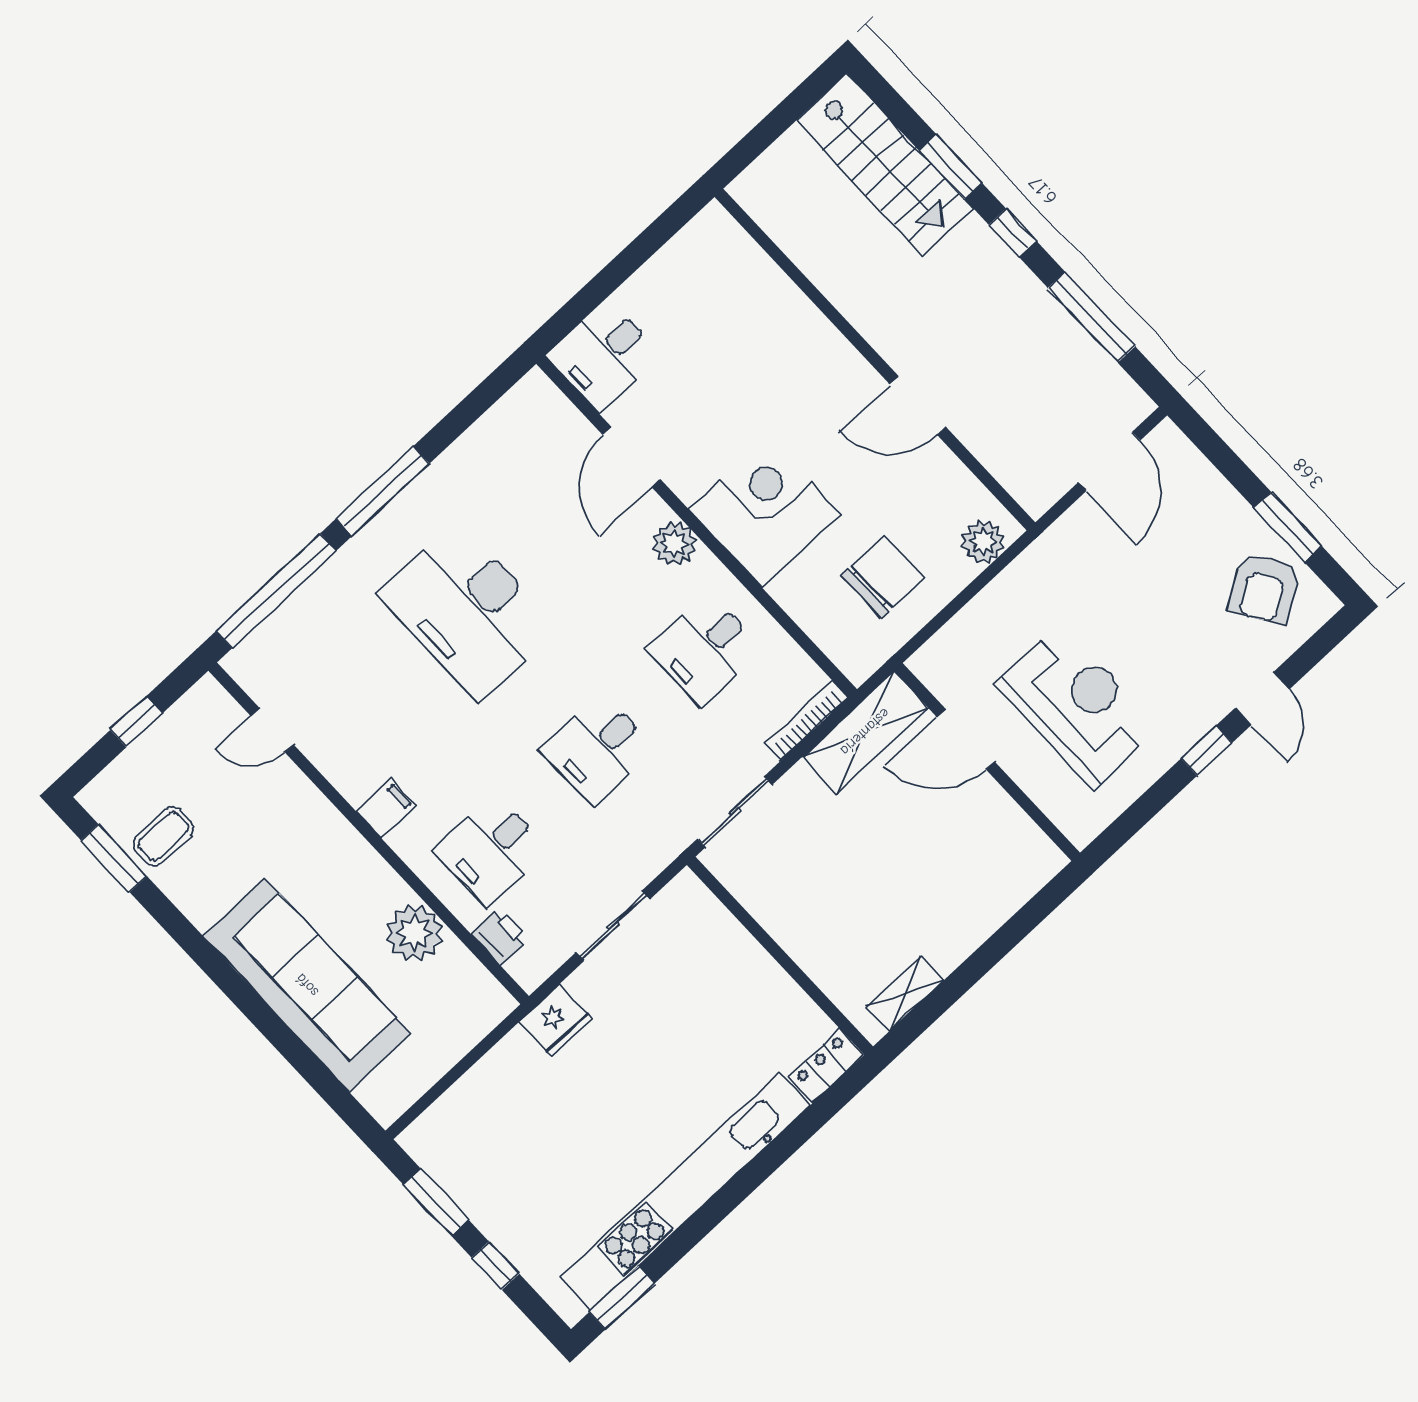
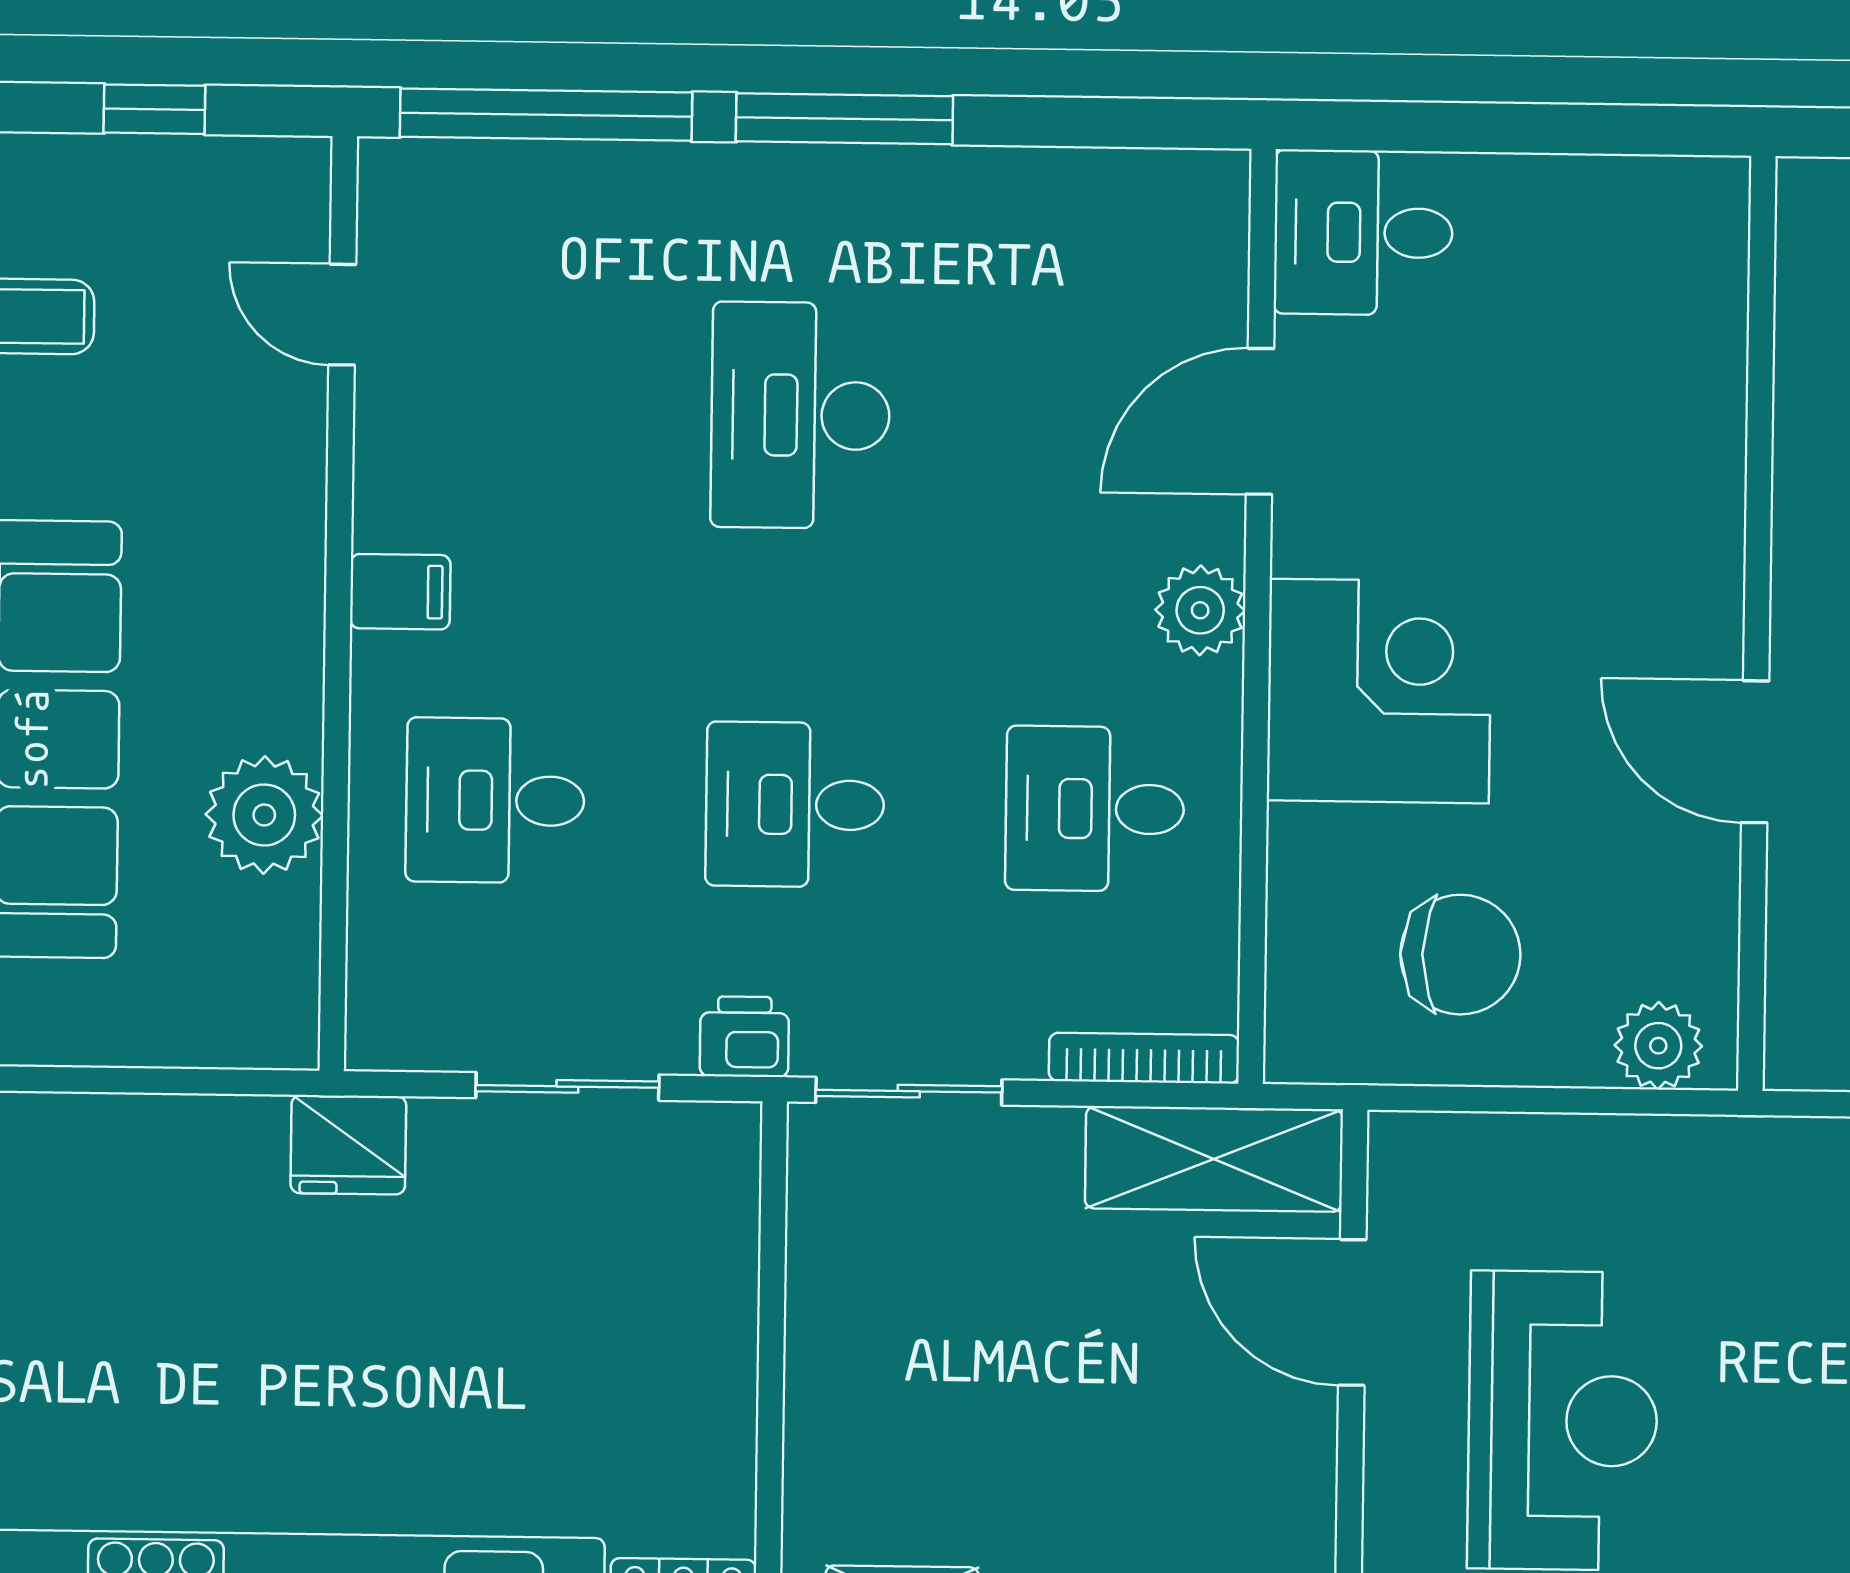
desk: (468, 610) -> (800, 415), width x0.73, depth x0.77
printer: (500, 936) -> (744, 1037), moved, turned -90

